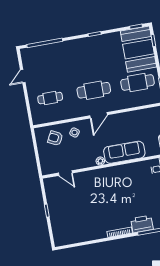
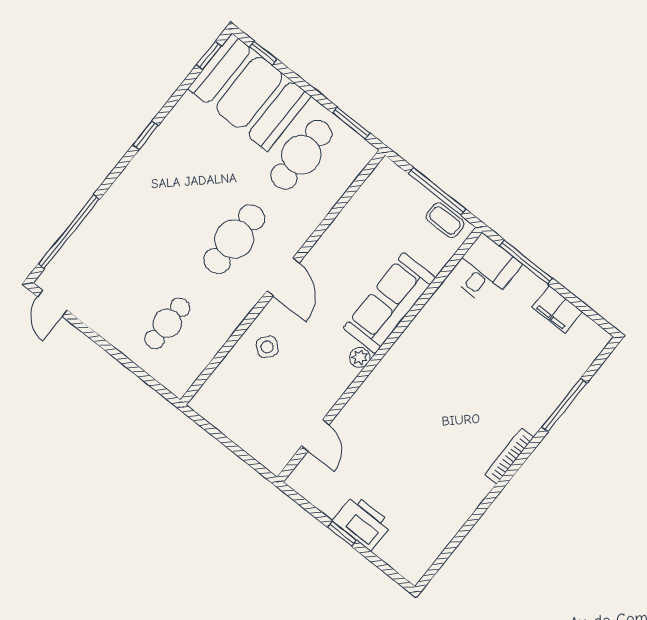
door: (23, 76) -> (52, 303), moved
armchair: (55, 138) -> (241, 388), removed
door: (65, 173) -> (315, 435), hinge flipped
printer: (142, 224) -> (362, 522), moved, turned 90

